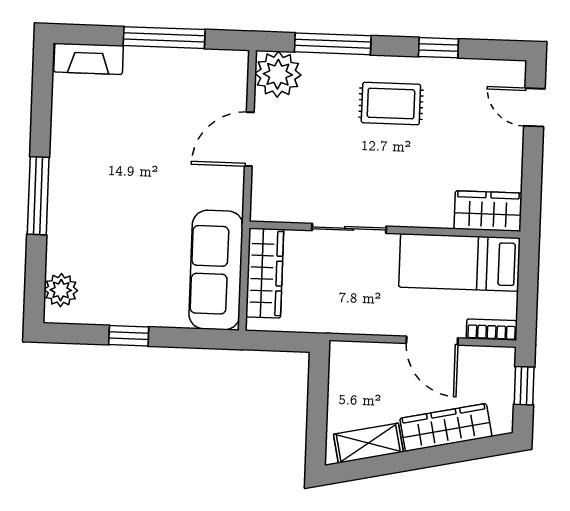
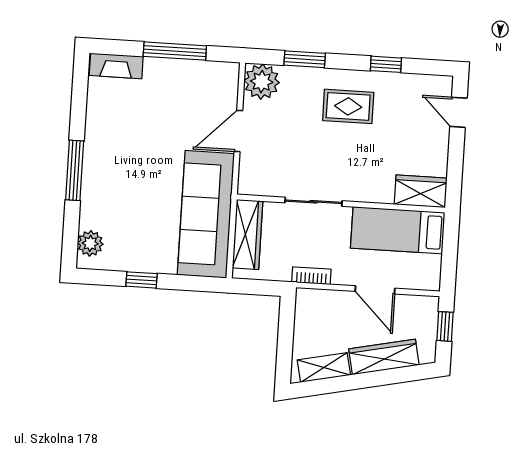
window: (333, 44) -> (305, 59), width x0.69
sofa: (216, 270) -> (206, 214), width x1.36, depth x1.27
bookcase: (492, 330) -> (311, 276), moved

